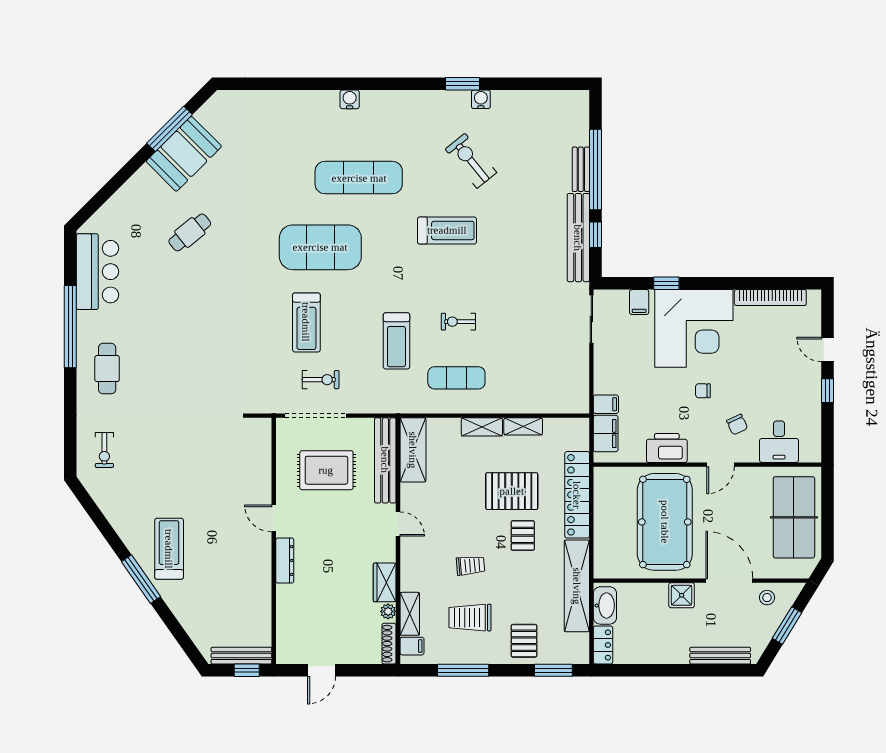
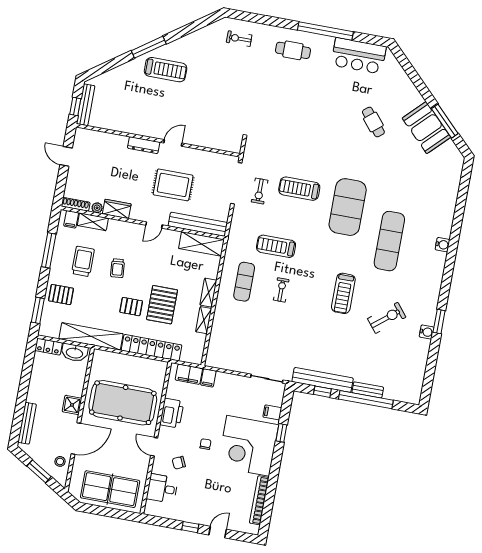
rug: (326, 470) -> (173, 185), moved, turned 90

